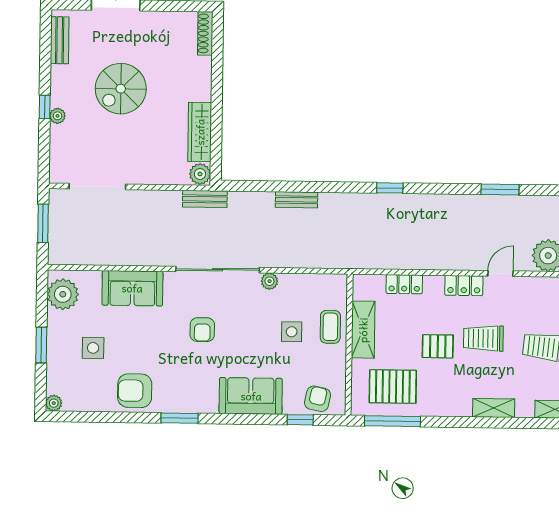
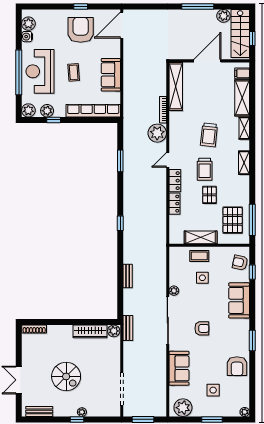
door: (500, 274) -> (168, 160), hinge flipped
locker: (404, 284) -> (175, 204), moved

